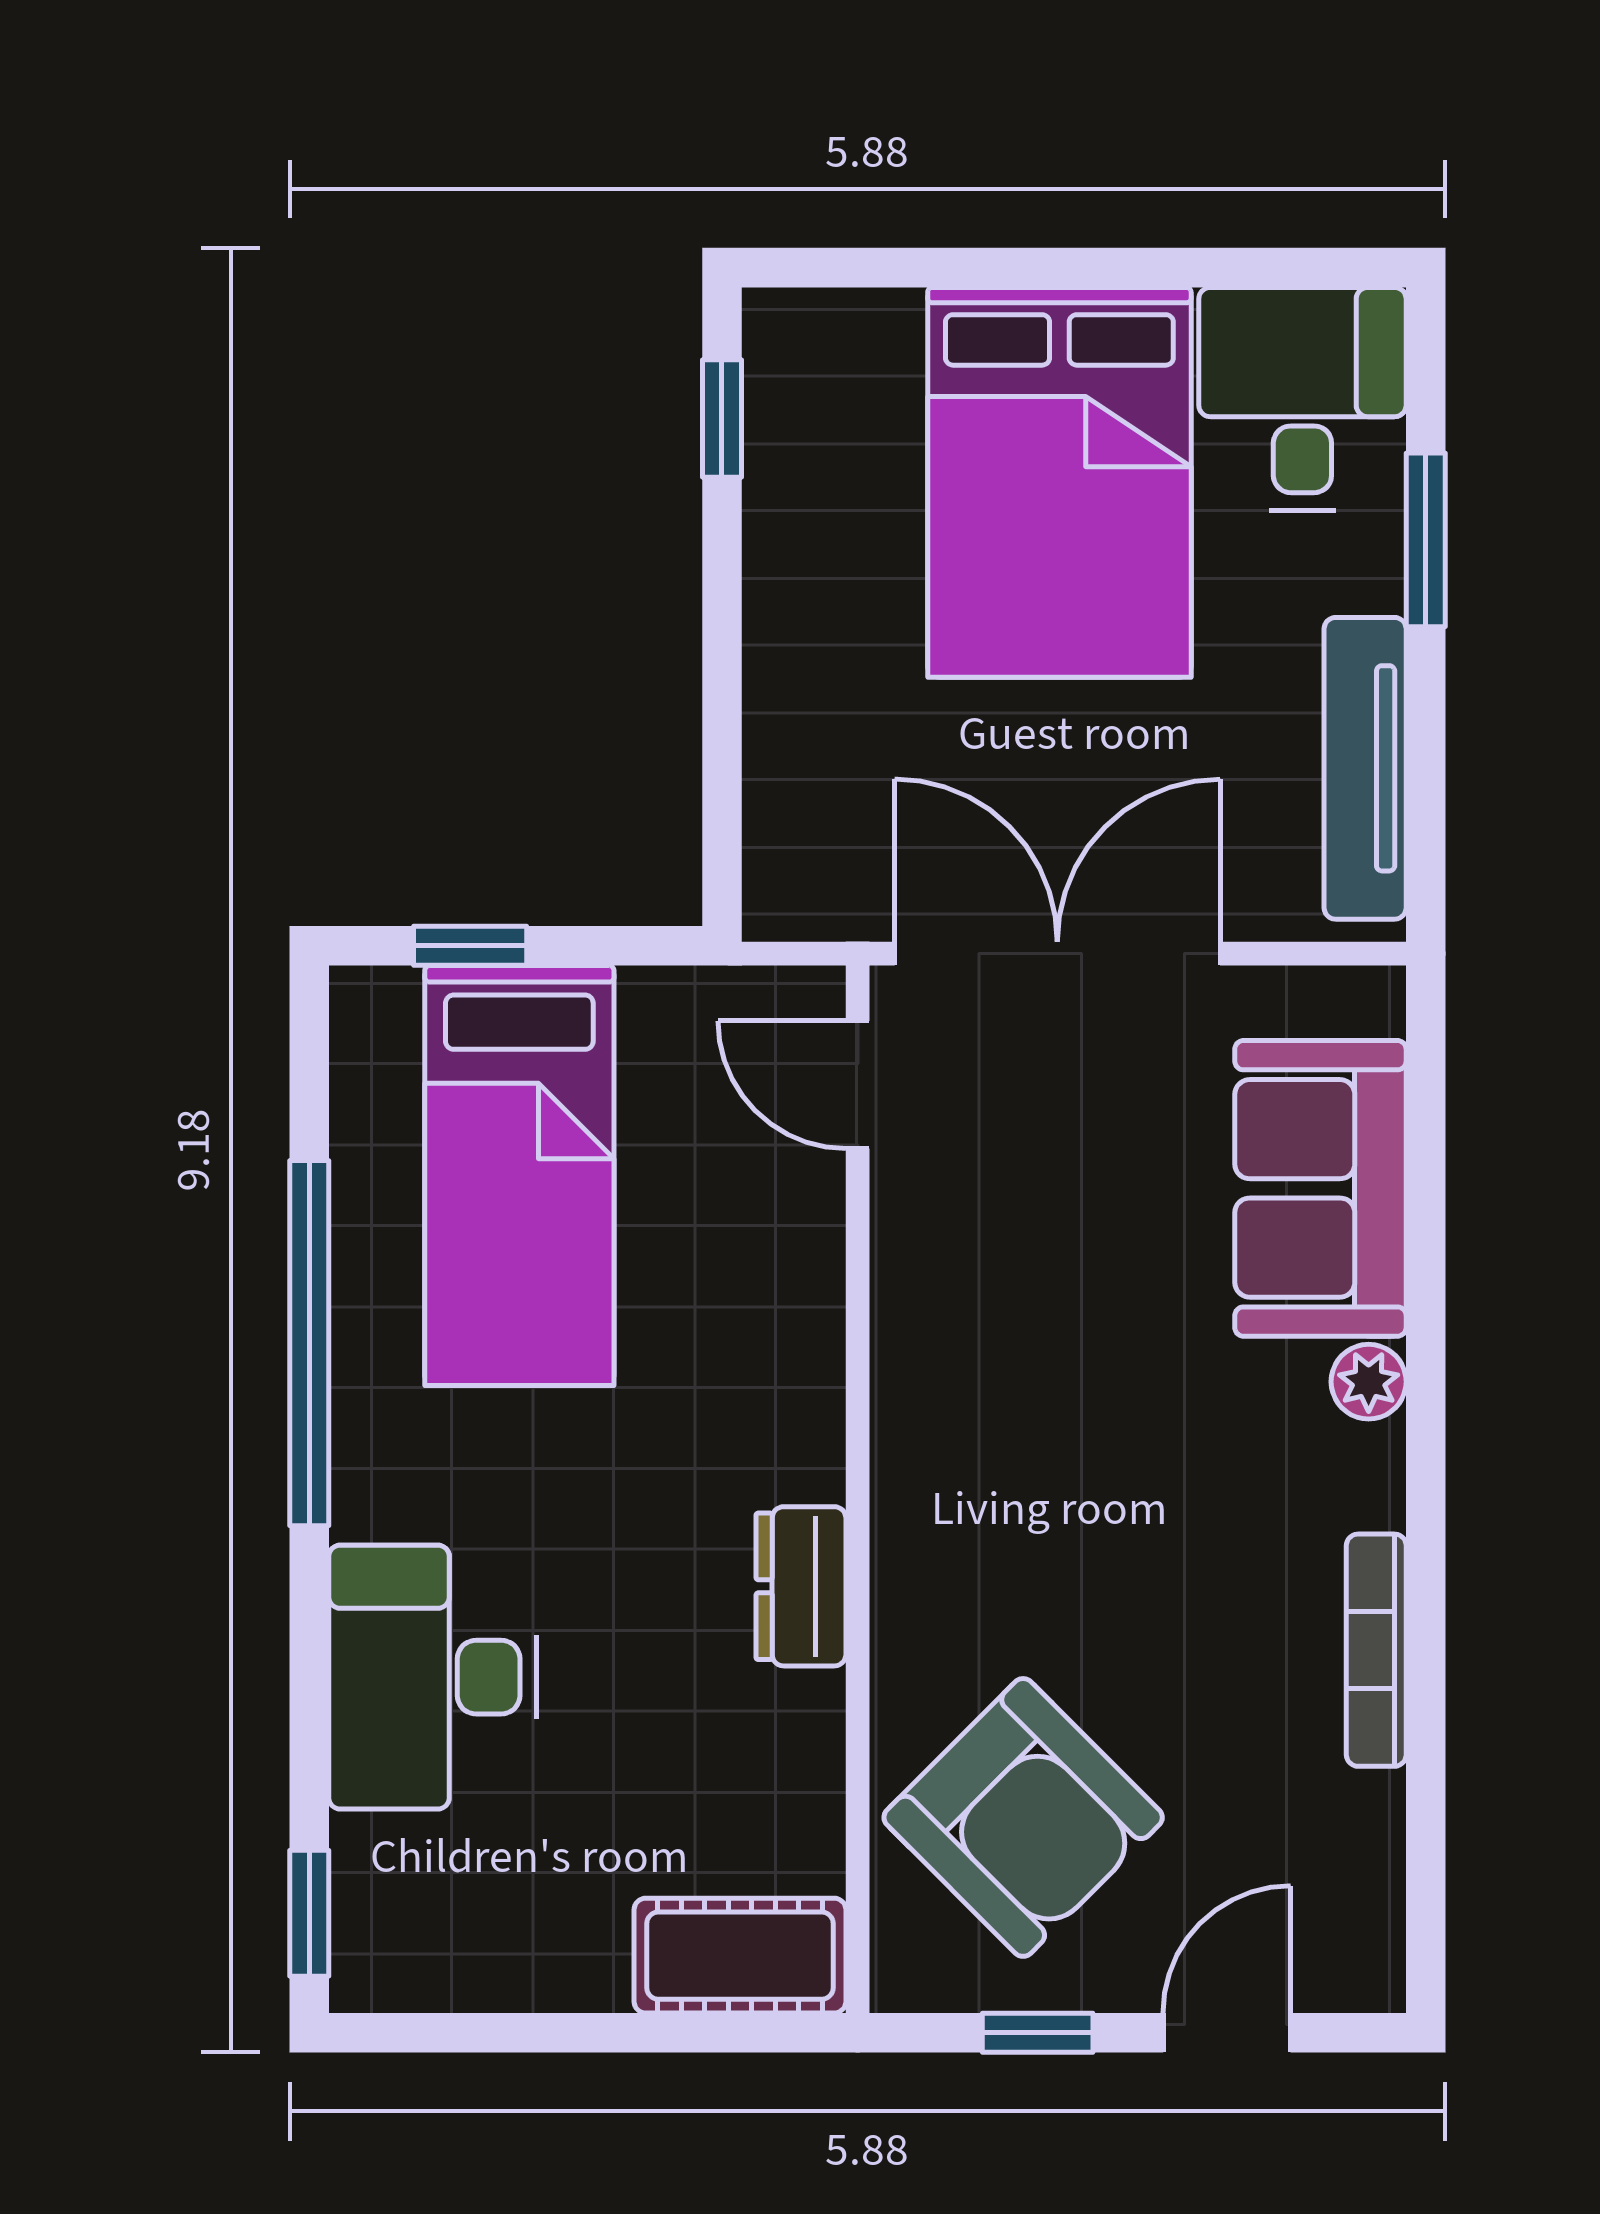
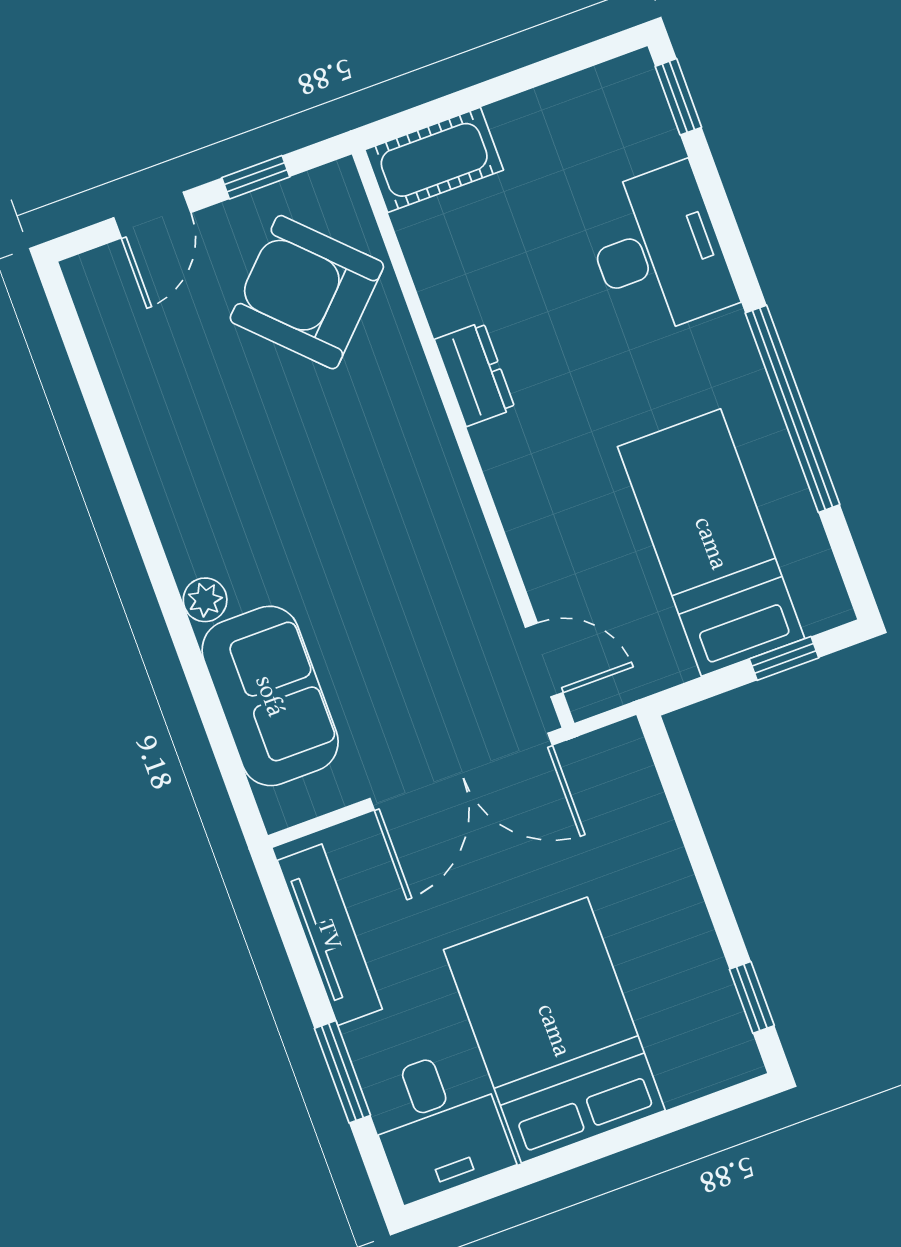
bookcase: (1376, 1650) -> (147, 454), removed

